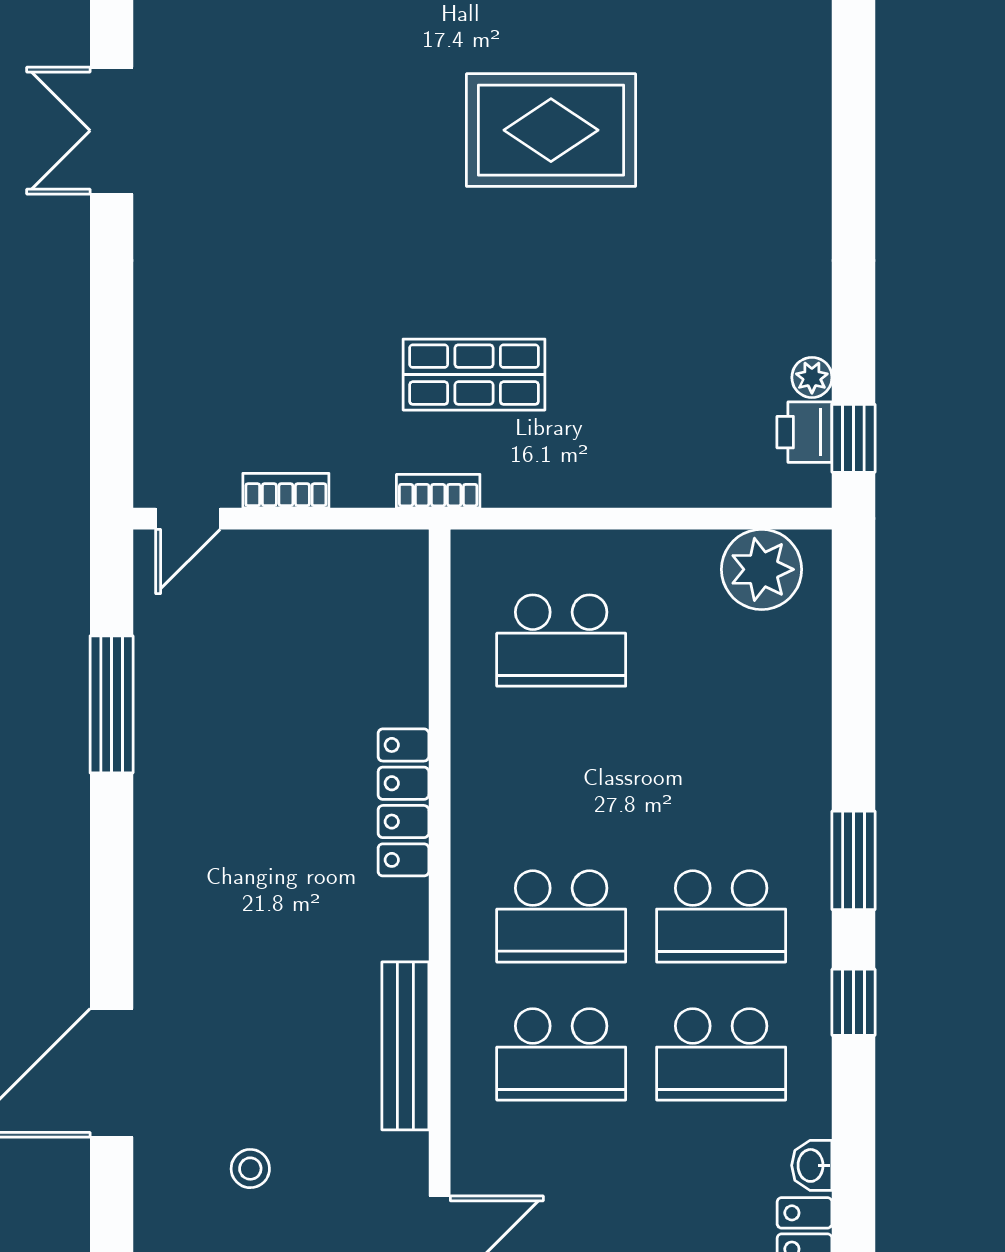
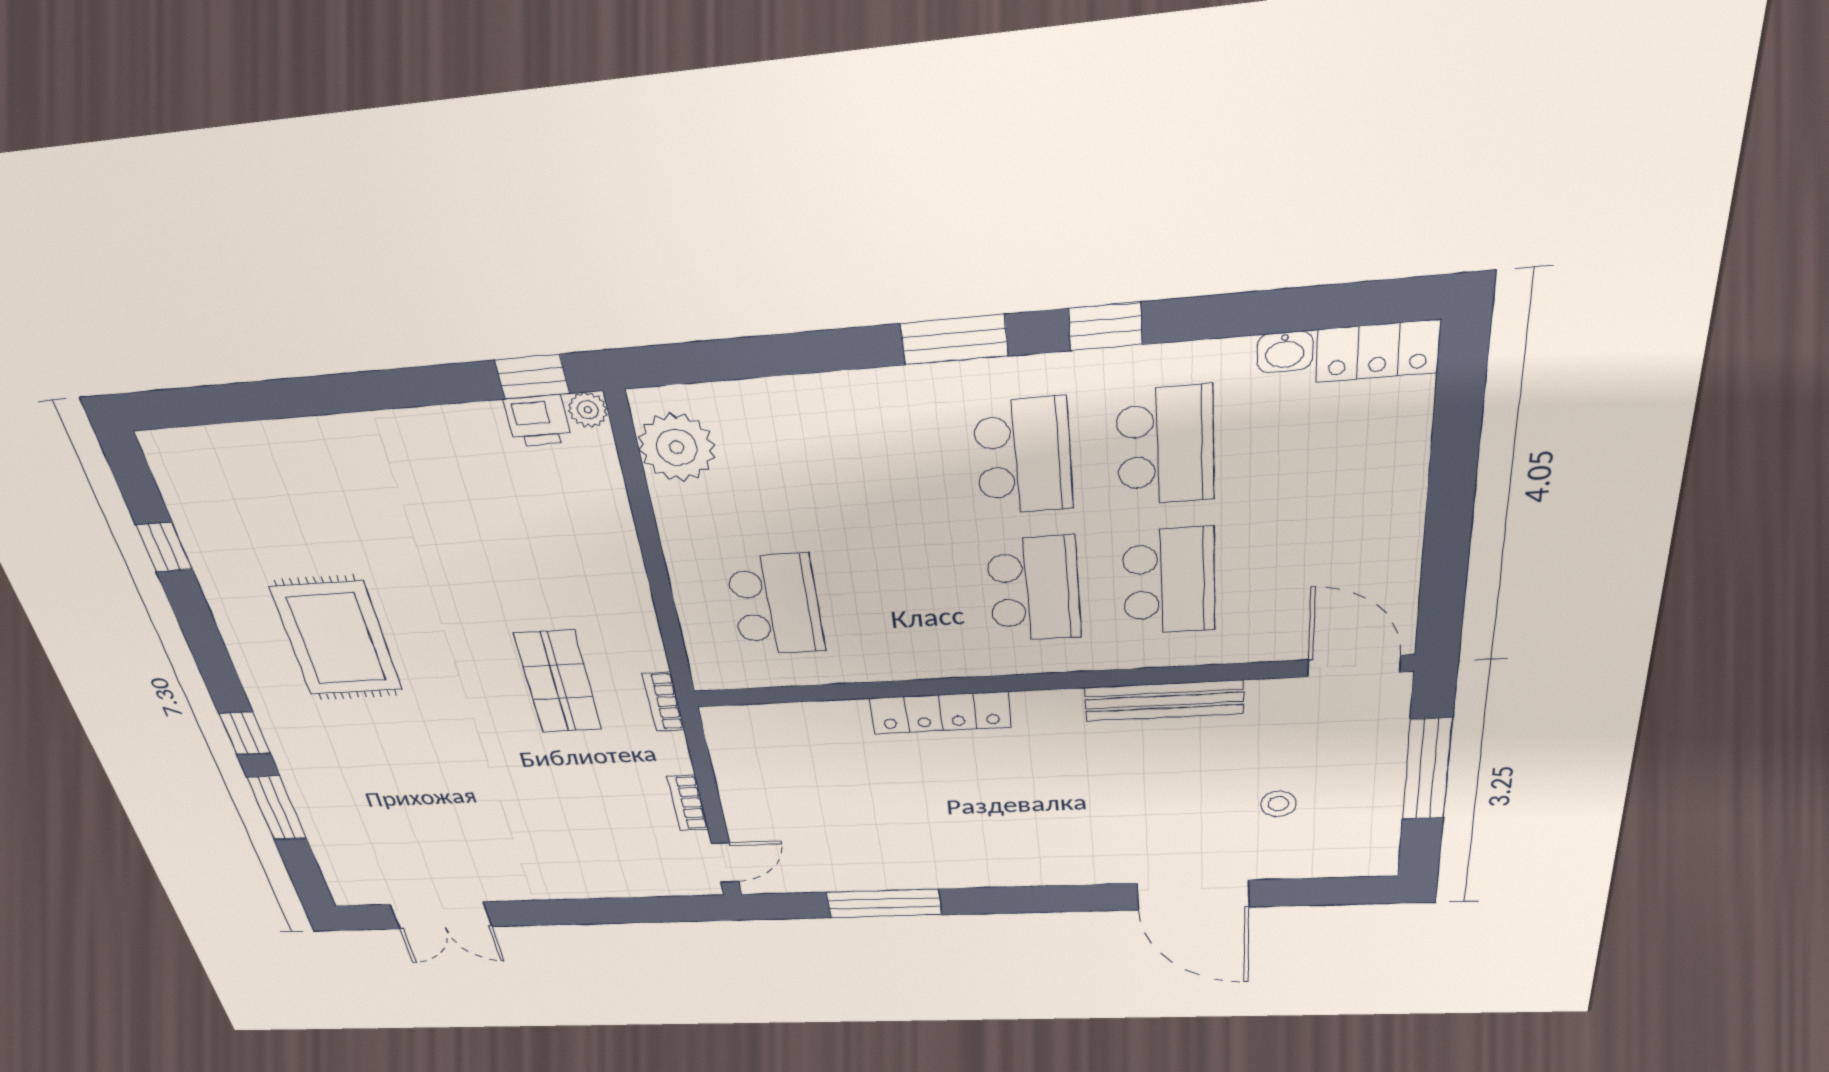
plant: (812, 377) -> (588, 410), moved
door: (188, 519) -> (725, 862), hinge flipped

